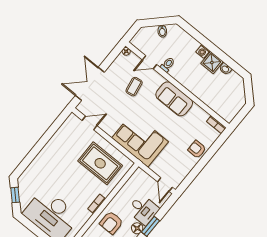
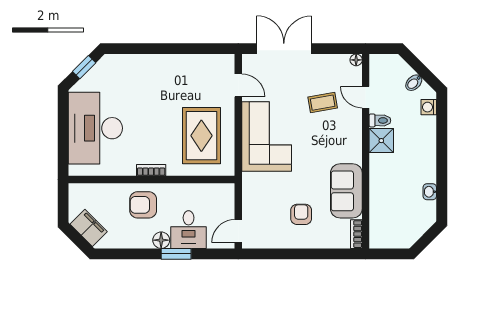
washing machine: (203, 51) -> (429, 107), moved
shower: (212, 63) -> (381, 141), moved
sofa: (174, 99) -> (346, 191), moved
corner sofa: (140, 140) -> (267, 137), moved
armchair: (197, 149) -> (301, 214), moved

